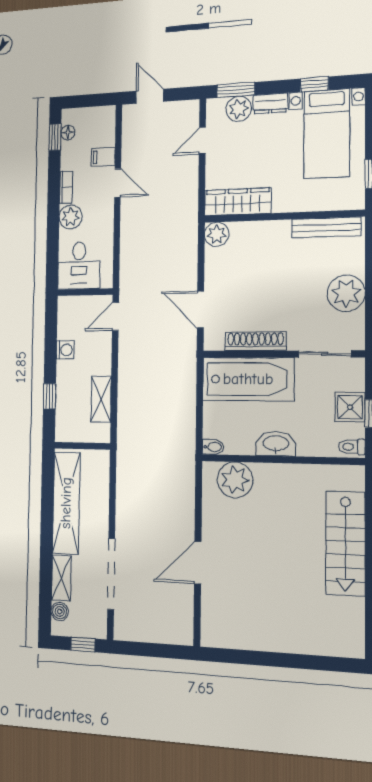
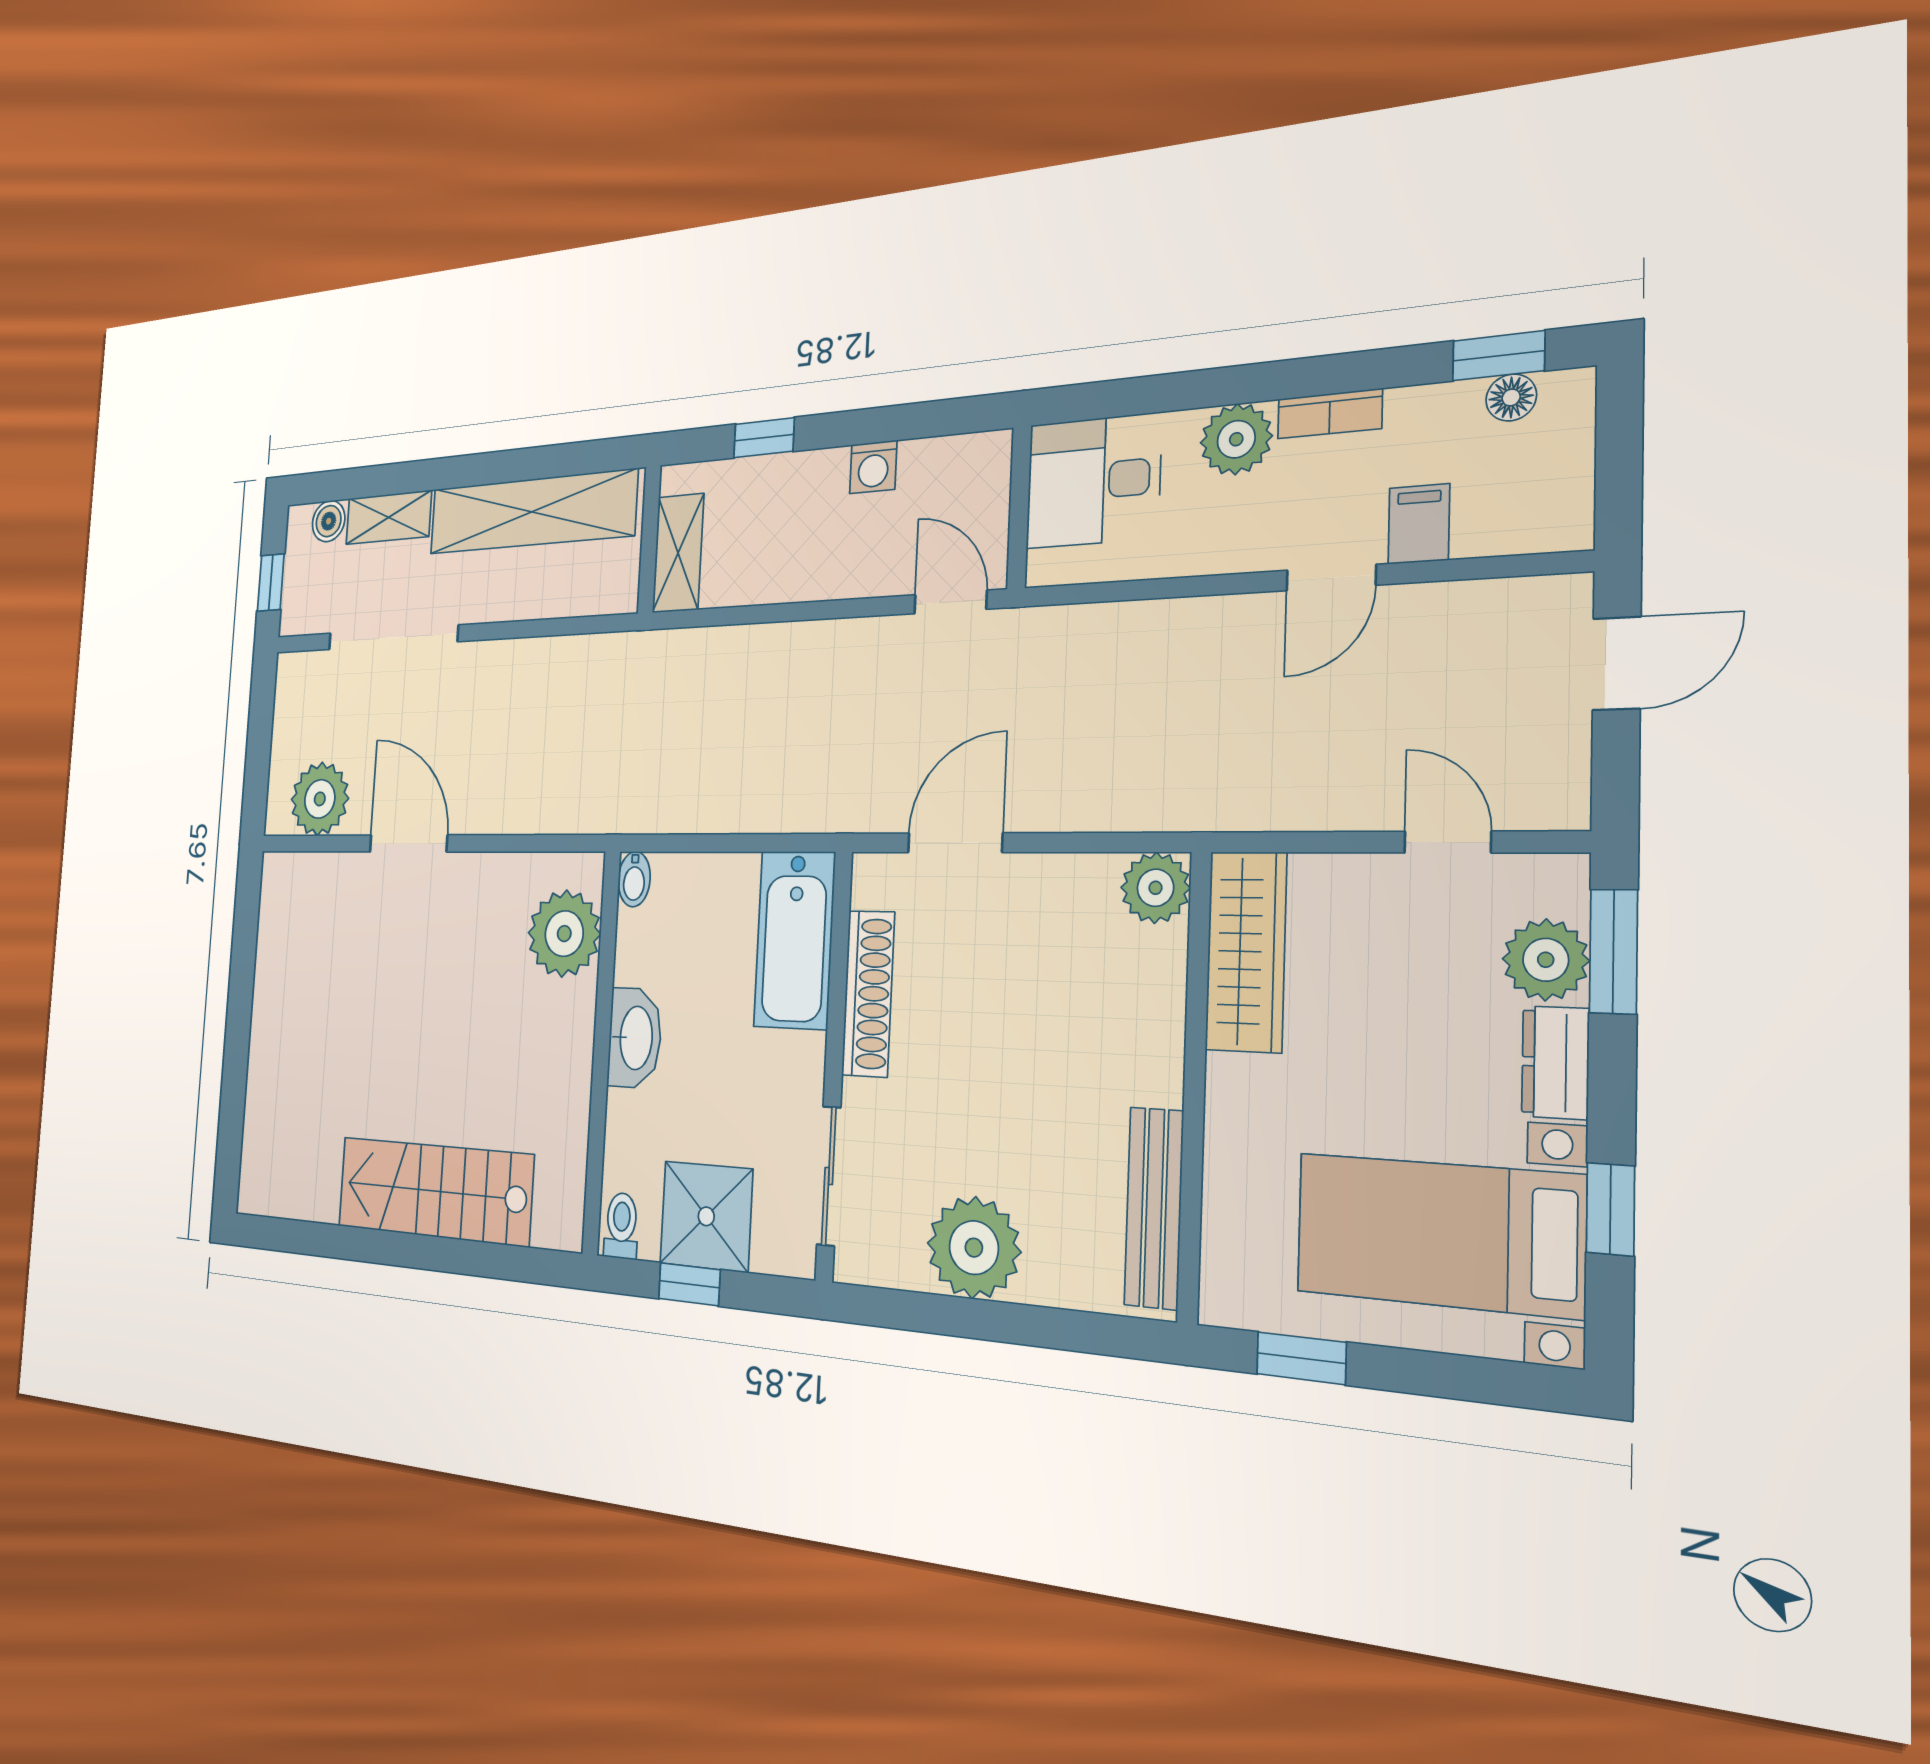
bathtub: (248, 379) -> (794, 940), width x0.73, depth x0.73
shelving: (101, 399) -> (678, 553), moved, turned 90
shower: (350, 407) -> (706, 1216), width x1.36, depth x1.36
plant: (178, 613) -> (320, 799), added

